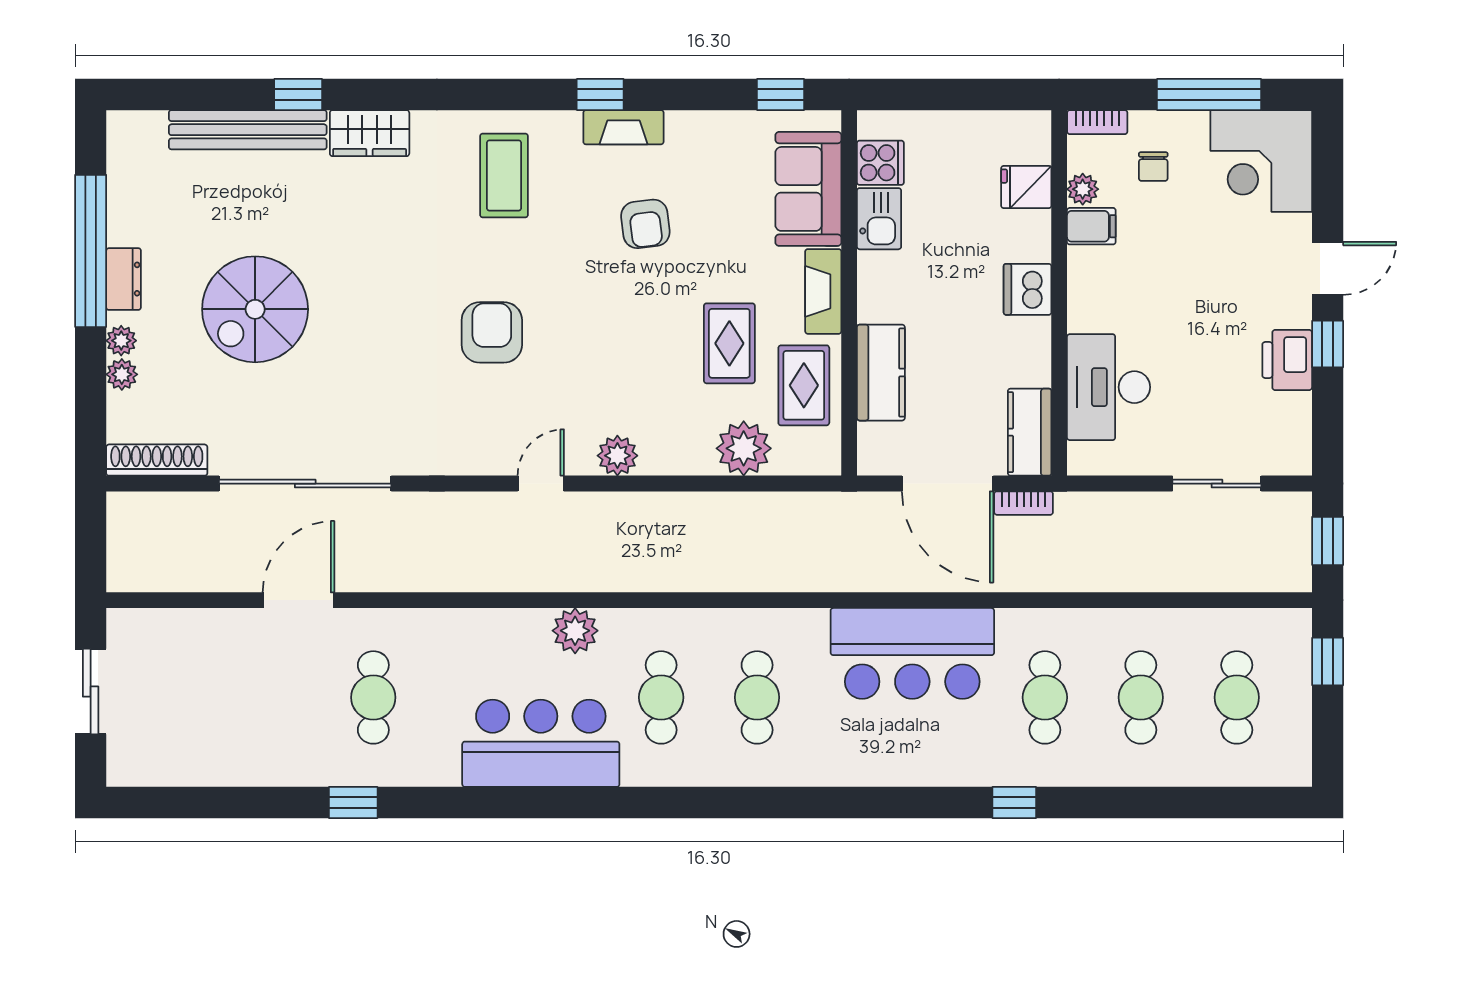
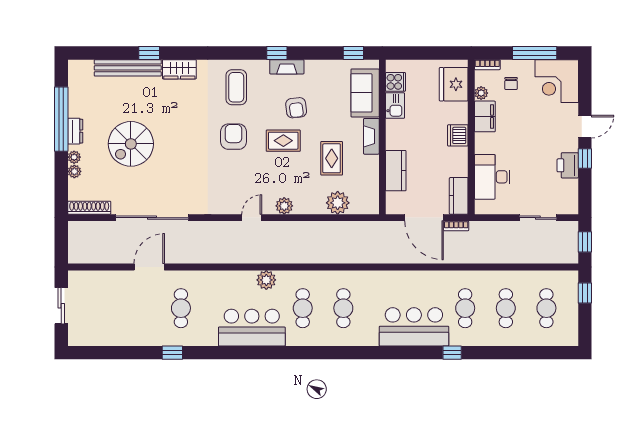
fridge: (1026, 187) -> (454, 84), width x1.88, depth x1.34
filing cabinet: (1091, 226) -> (485, 116), width x2.00
armchair: (492, 332) -> (234, 137), moved
rug: (804, 385) -> (283, 141), moved, turned 90
bar counter: (912, 653) -> (414, 327), moved, turned 180

